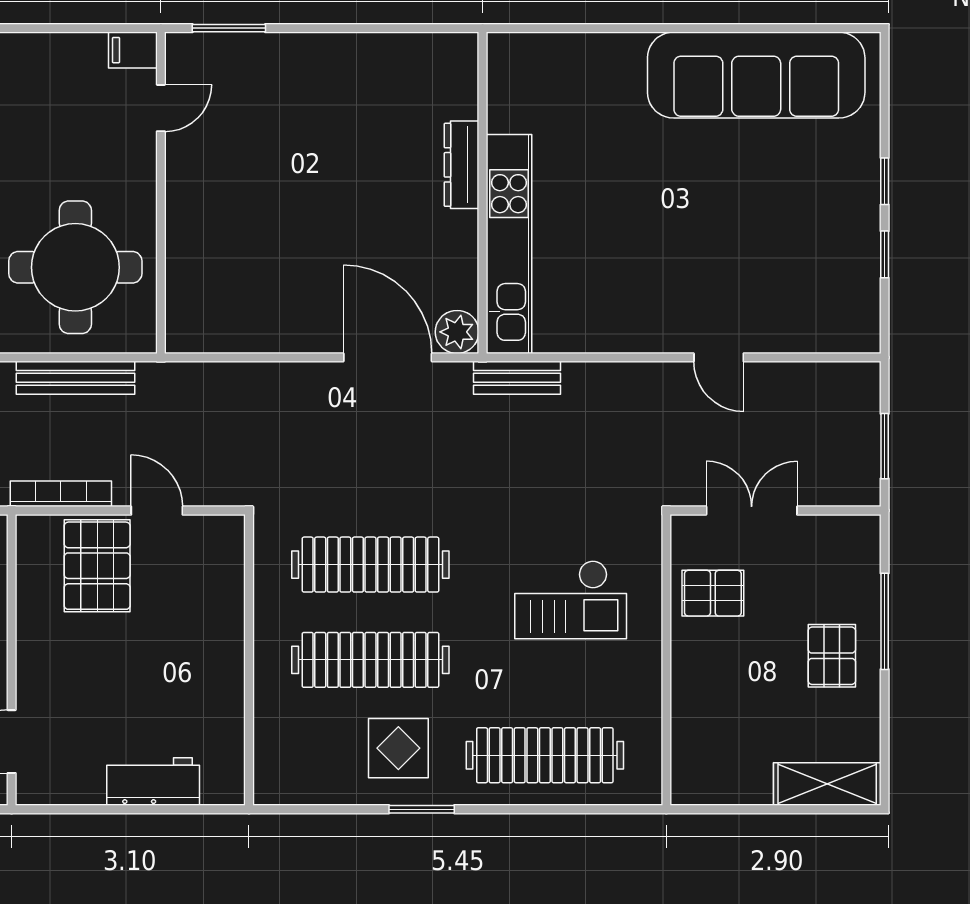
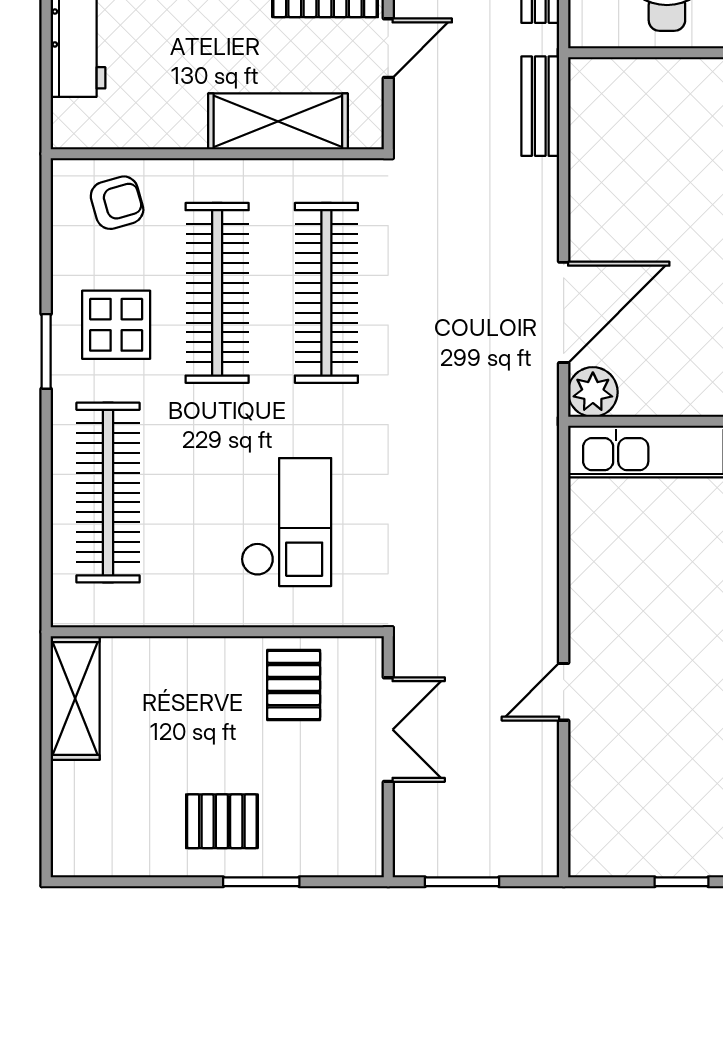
bench: (517, 378) -> (540, 106), moved
checkout: (571, 600) -> (286, 522), turned 180
shelving: (221, 607) -> (278, 121), added
window: (885, 621) -> (261, 882), width x0.69
armchair: (292, 747) -> (117, 203), added
shelving: (827, 784) -> (75, 699), moved

